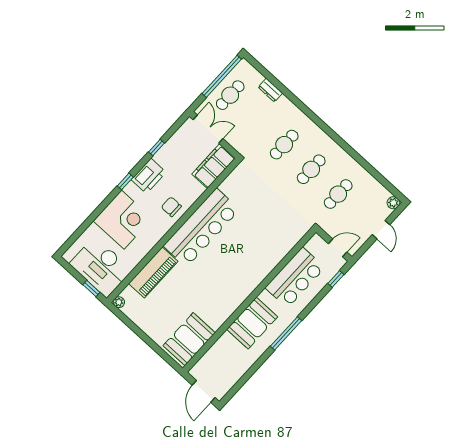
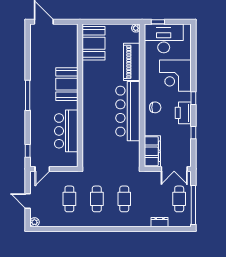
bar counter: (295, 278) -> (66, 131), moved
wall: (249, 300) -> (80, 95), moved
booth: (252, 323) -> (67, 84), moved
booth: (189, 339) -> (93, 43), moved

